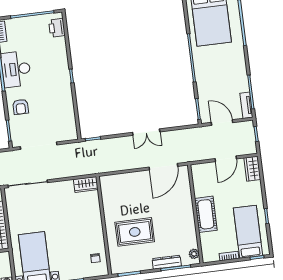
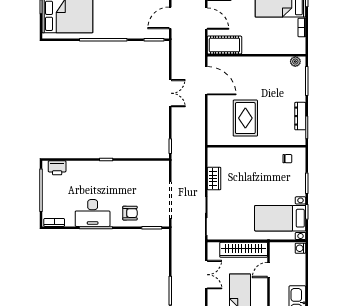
wardrobe: (86, 184) -> (214, 178), moved
cot: (206, 214) -> (224, 45), moved
rug: (135, 232) -> (245, 118), moved
dresser: (167, 262) -> (300, 116), moved

